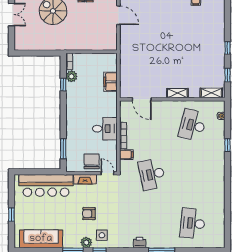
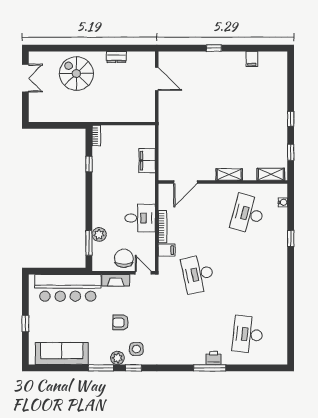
plant: (72, 76) -> (99, 234), moved
door: (142, 99) -> (185, 182), hinge flipped
printer: (140, 243) -> (214, 358), moved

